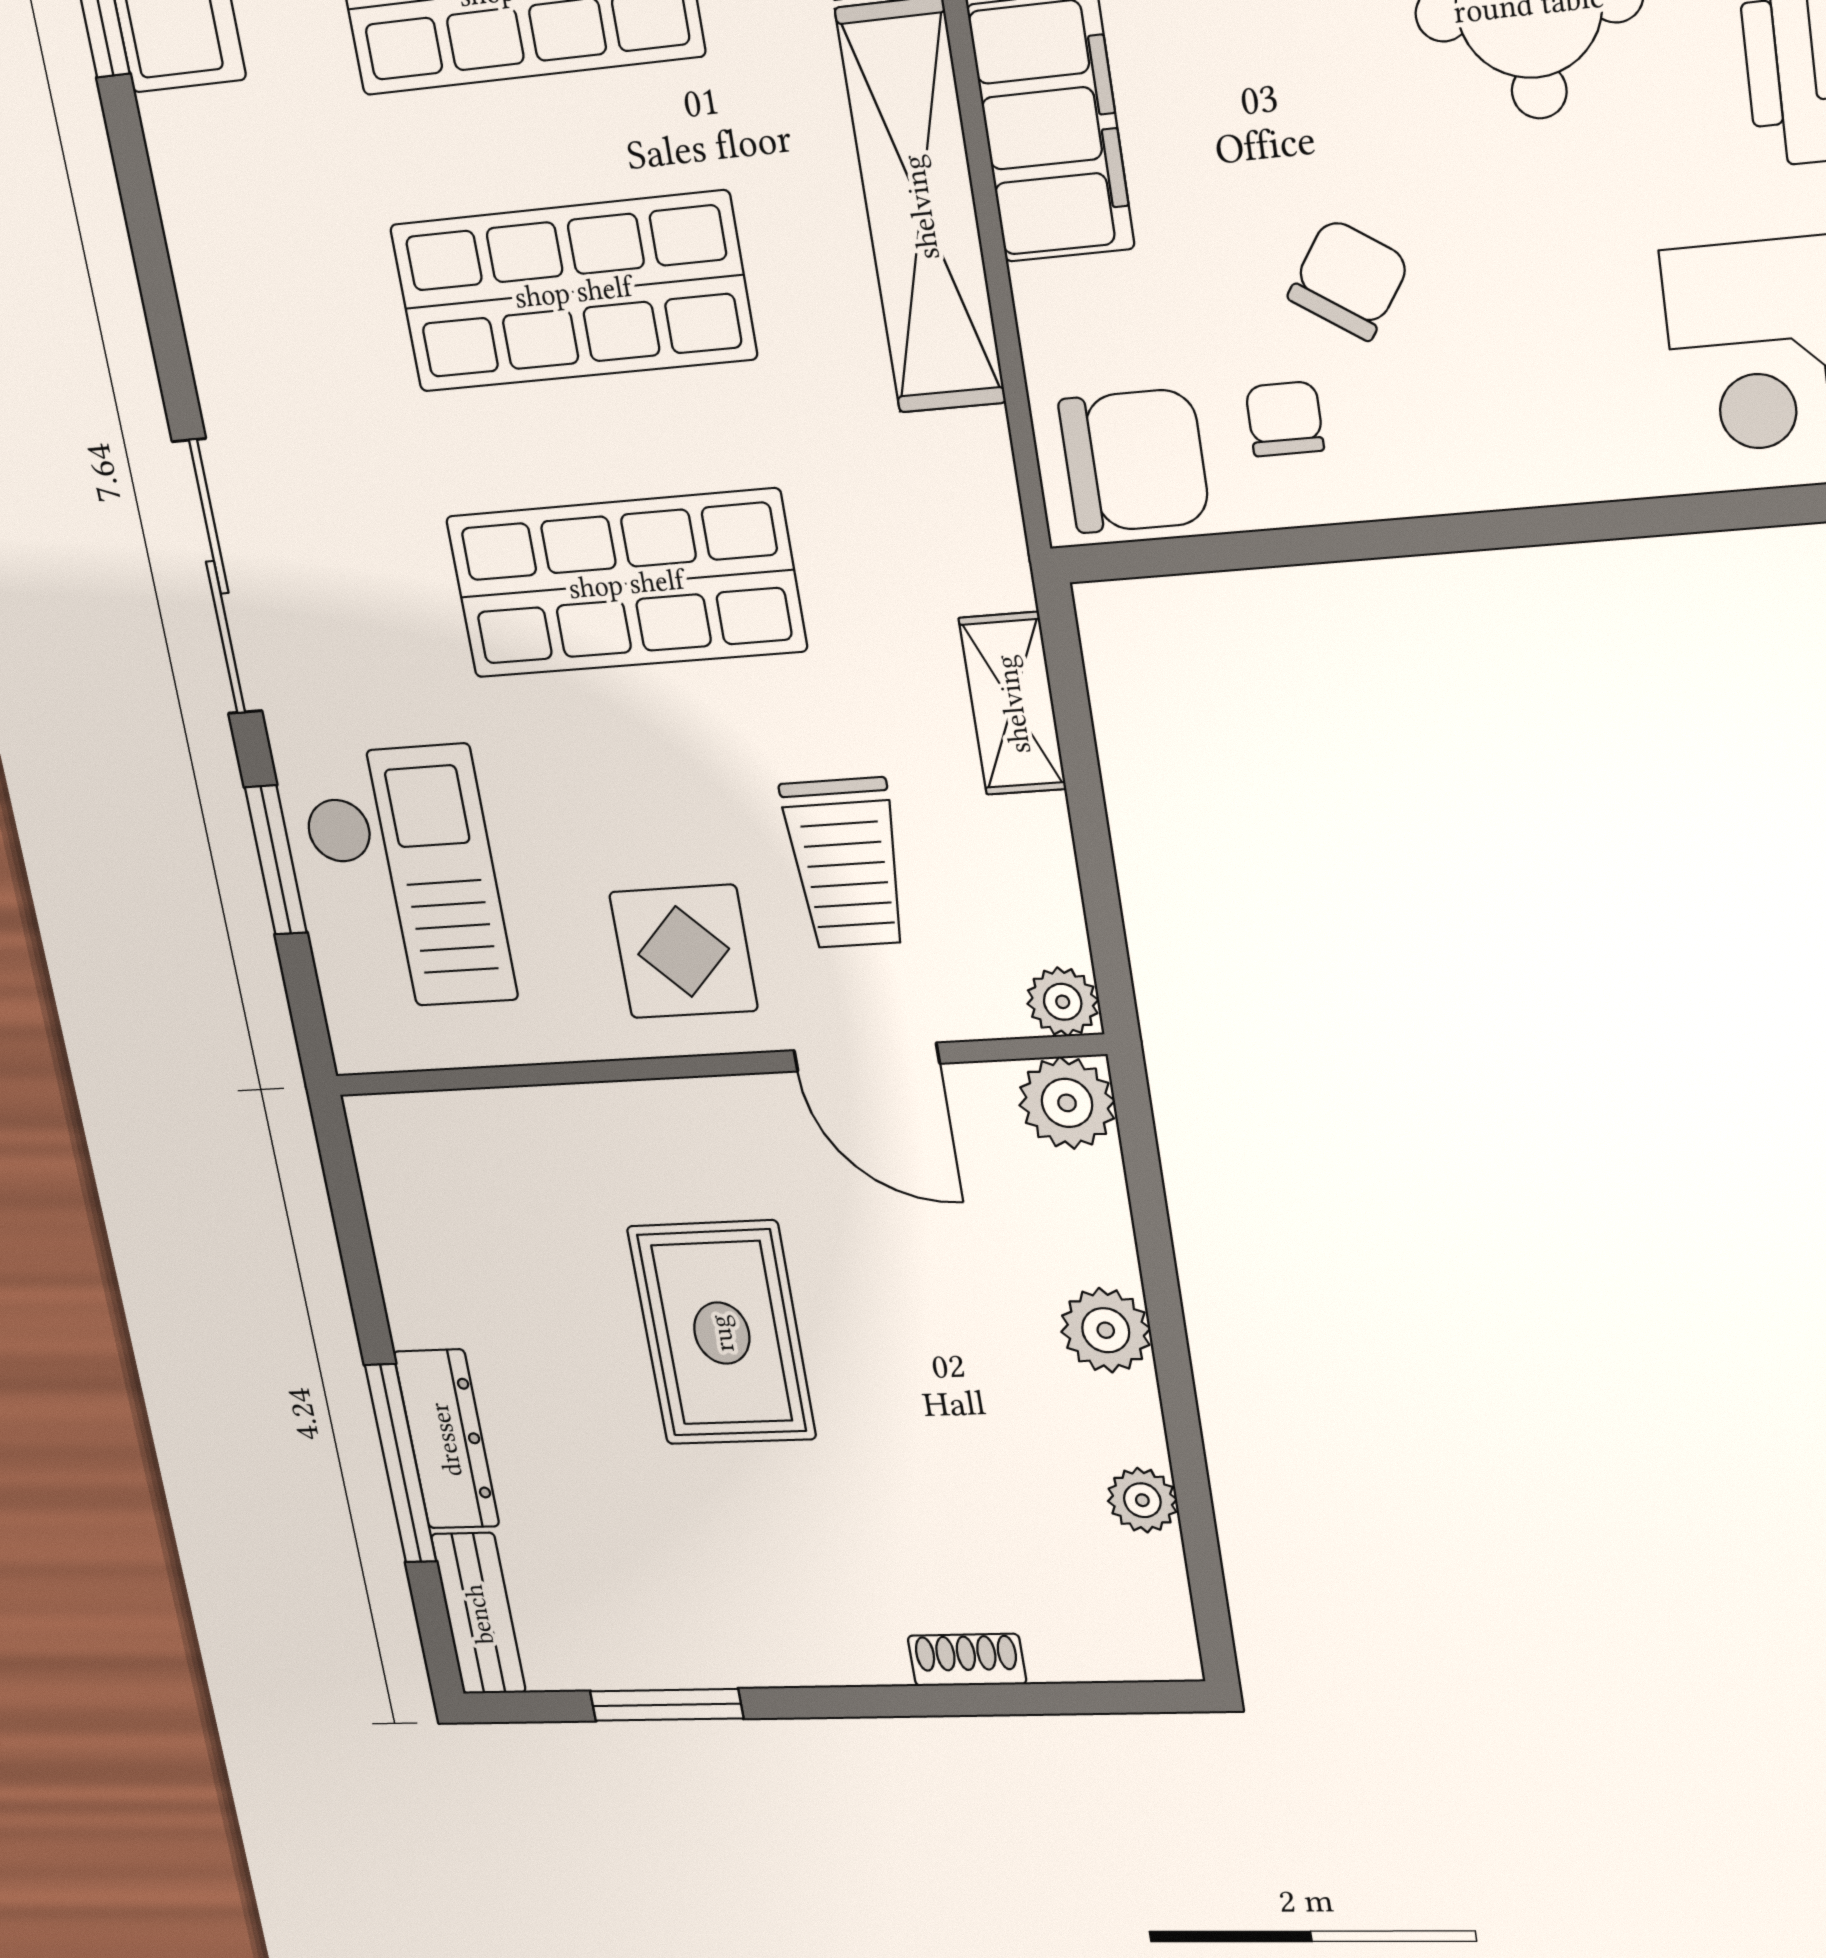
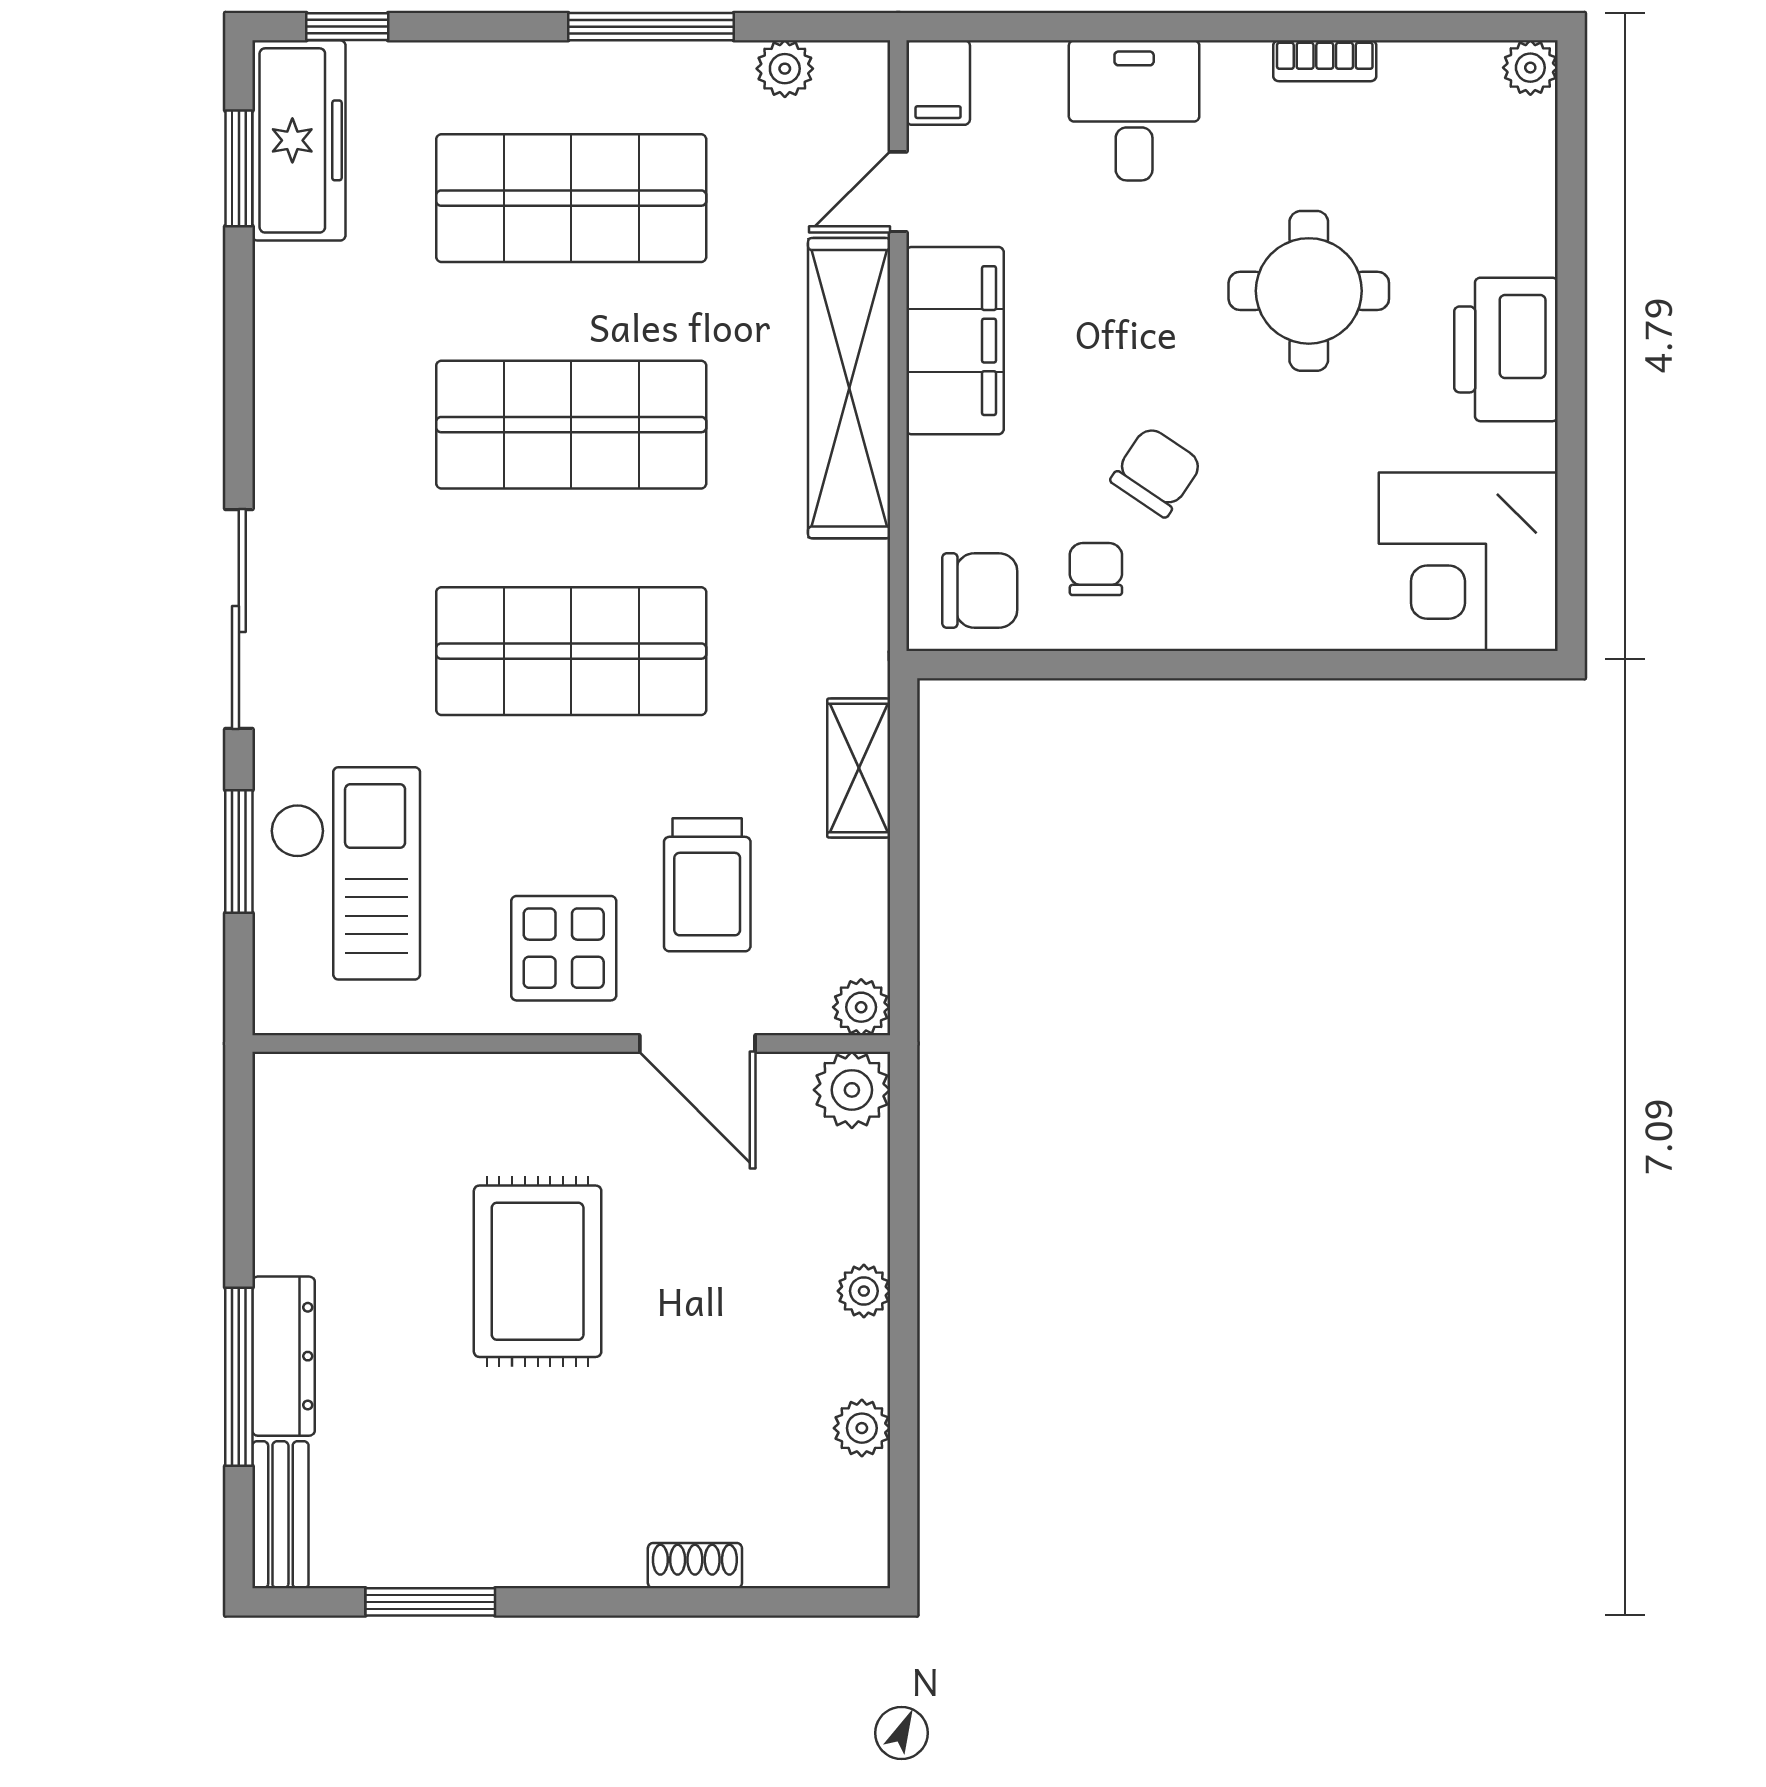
chair: (1134, 461) -> (980, 591), width x0.73, depth x0.73
plant: (1106, 1330) -> (864, 1291), width x0.73, depth x0.73

